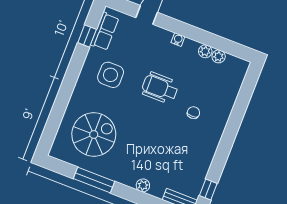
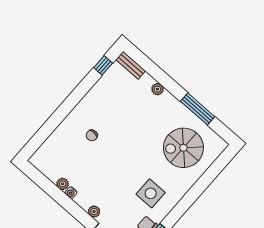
water cooler: (178, 40) -> (71, 193), moved
plant: (219, 56) -> (94, 212), moved
wheelchair: (160, 88) -> (113, 167), removed

